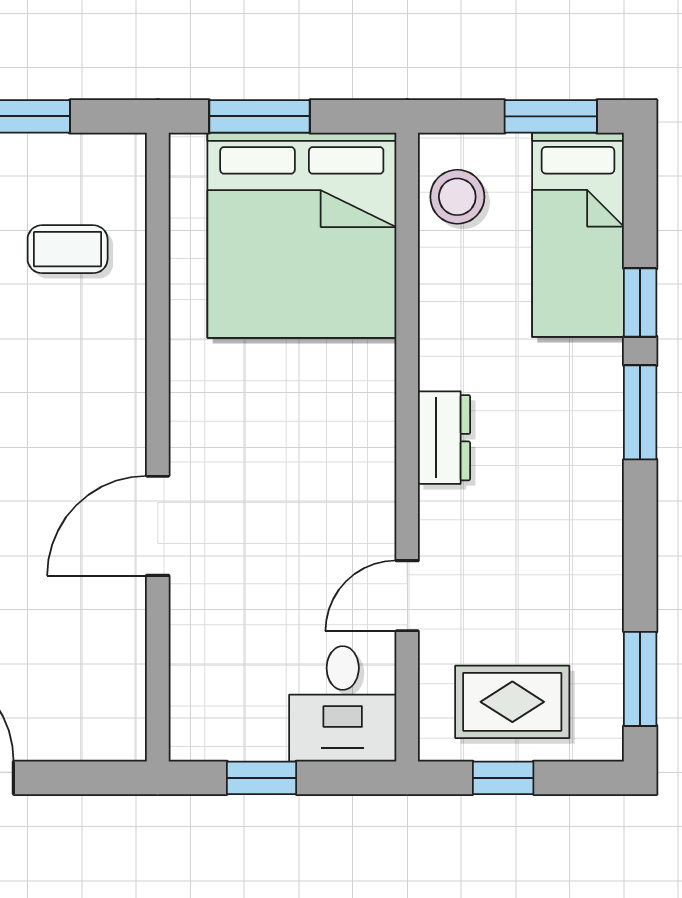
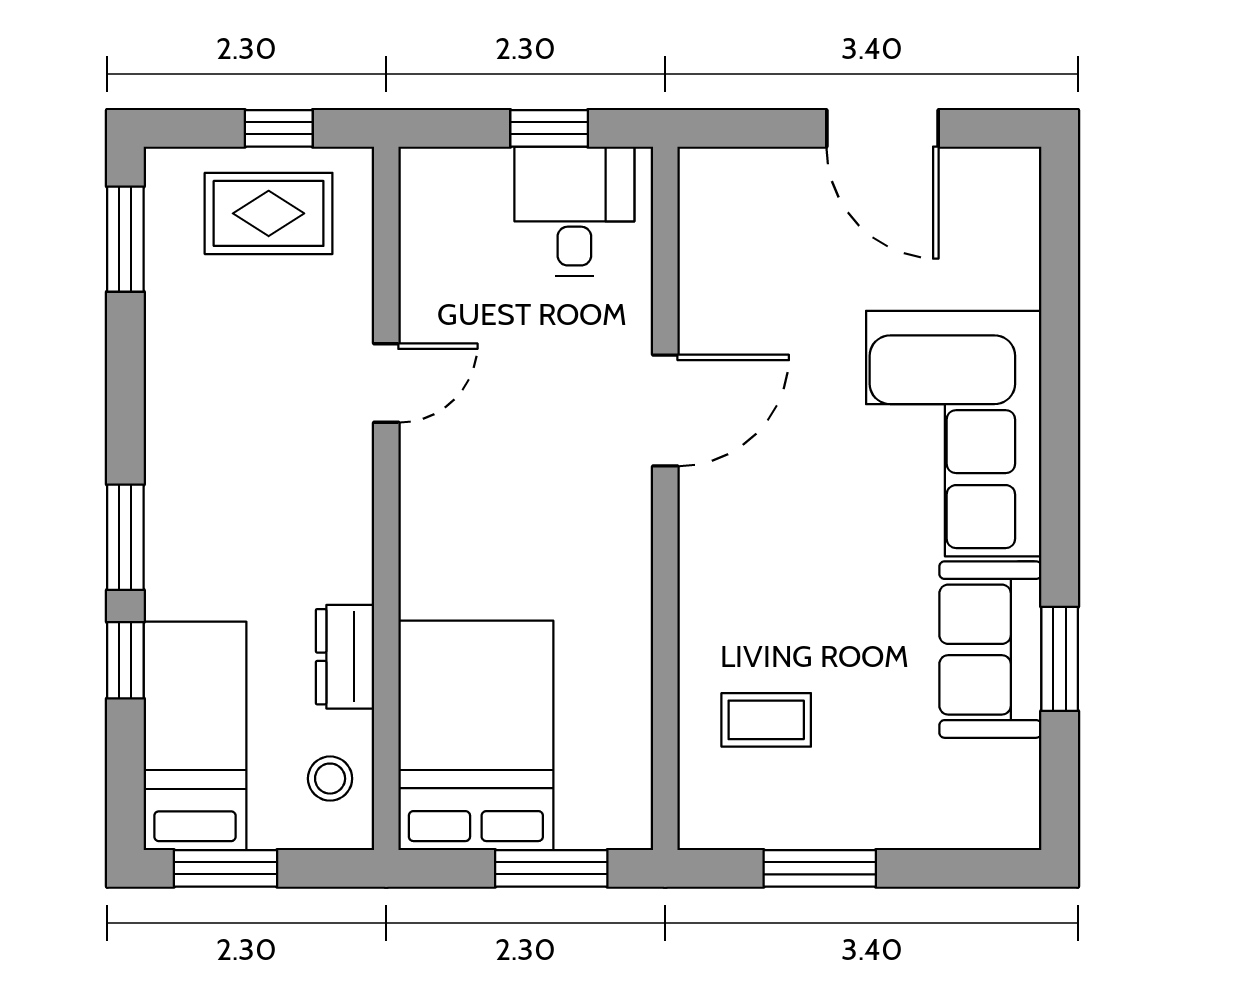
stool: (457, 197) -> (330, 779), width x0.73, depth x0.73
bed: (302, 235) -> (476, 735), width x0.73
dresser: (444, 438) -> (345, 657), moved
door: (407, 596) -> (386, 383), moved
desk: (343, 704) -> (574, 211), moved

